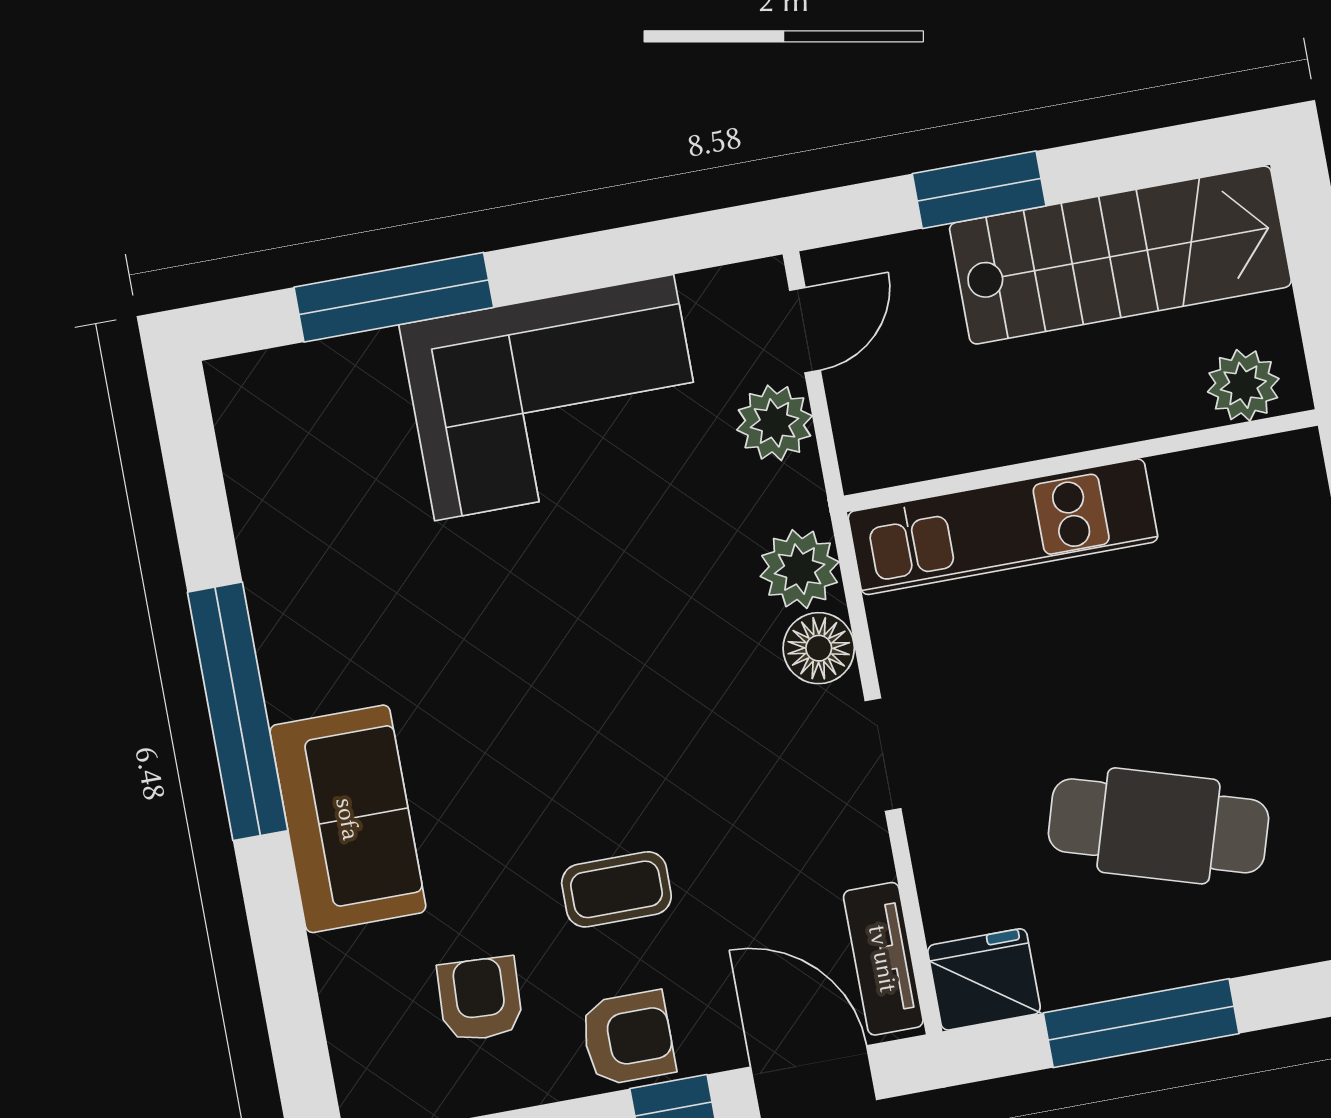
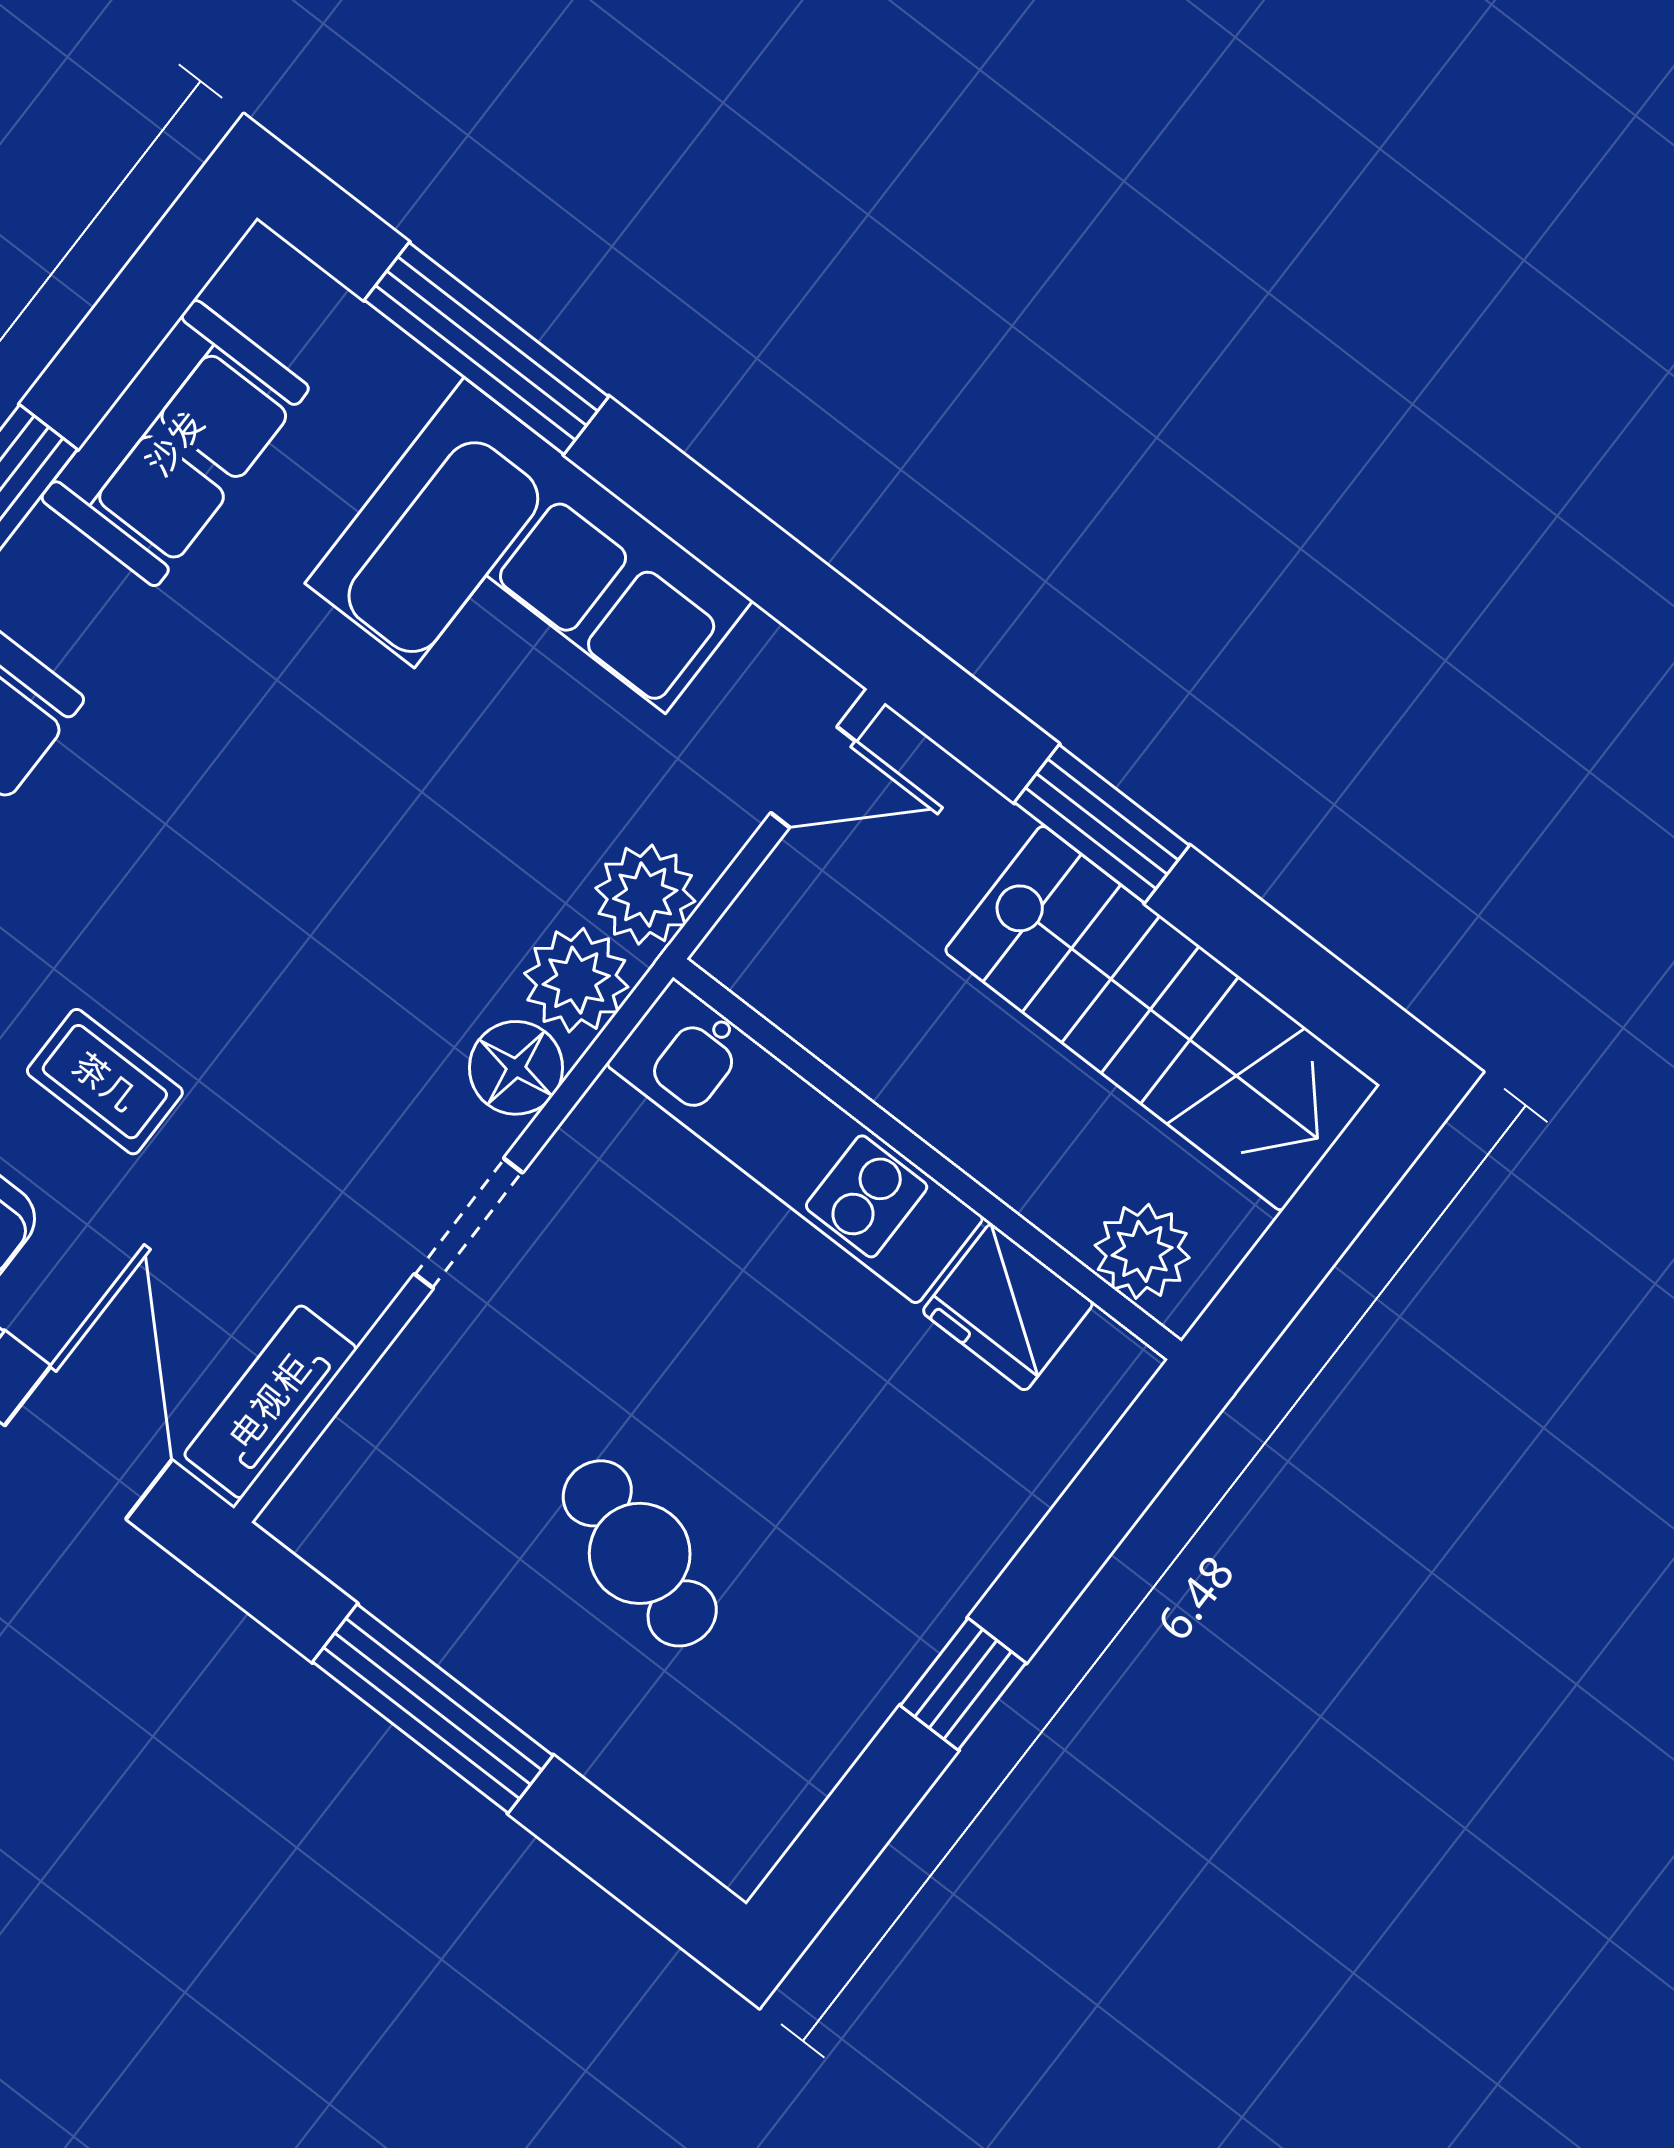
plant: (774, 423) -> (645, 895), moved
sofa: (289, 523) -> (175, 443), added
cafe table: (1158, 826) -> (640, 1553), width x0.73, depth x0.74
fridge: (984, 979) -> (1008, 1307), moved, turned 180

